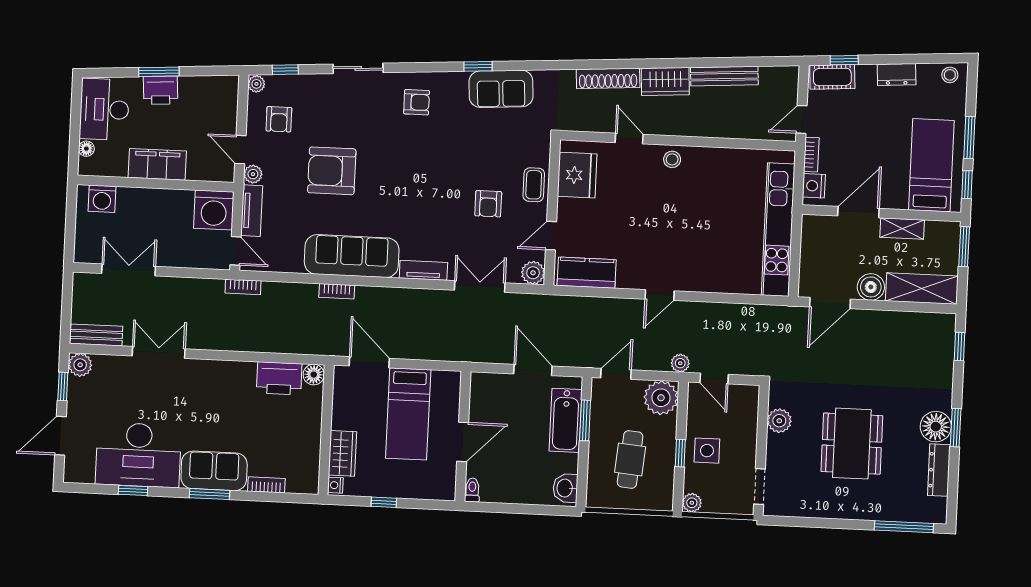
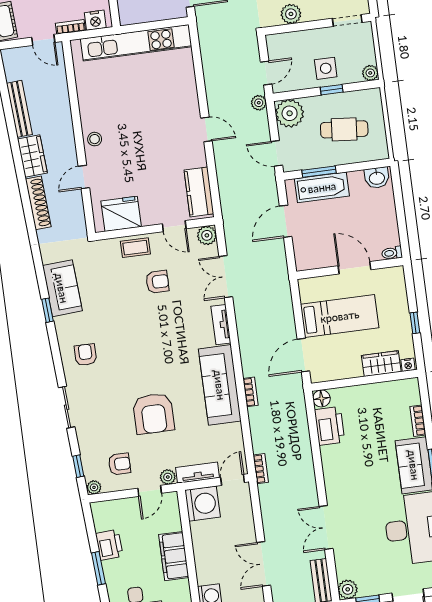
printer: (161, 90) -> (109, 545), moved

